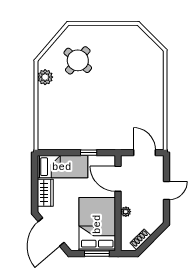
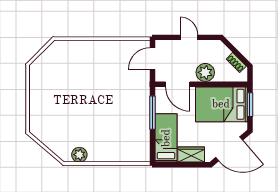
round table: (78, 60) -> (63, 123), removed
window: (89, 153) -> (152, 113), width x2.17
door: (118, 179) -> (178, 84), hinge flipped
plant: (126, 212) -> (205, 72), width x1.88, depth x1.88

